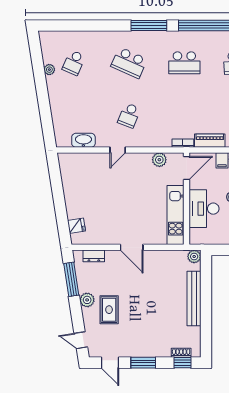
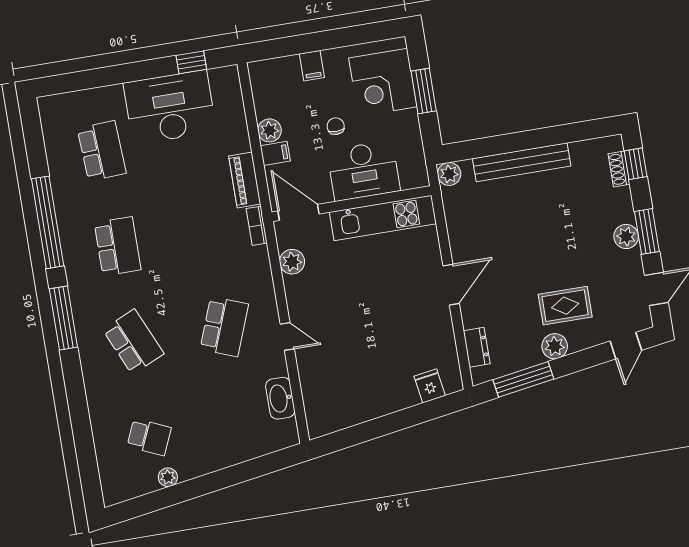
school desk: (129, 63) -> (133, 342), turned -48
school desk: (129, 115) -> (224, 327), width x1.85
plant: (142, 351) -> (626, 237), added

